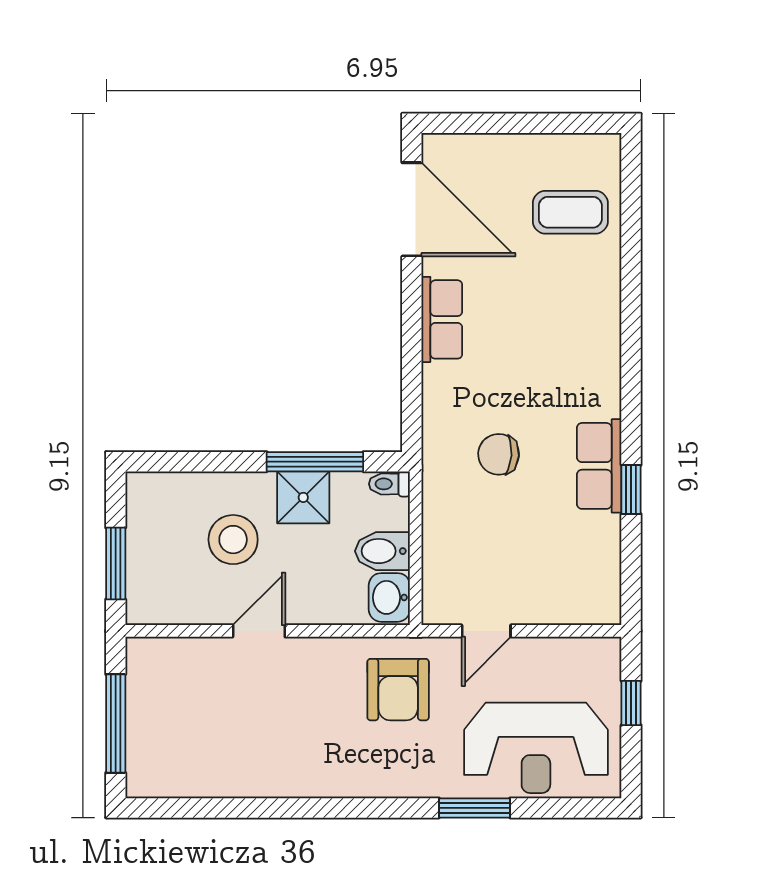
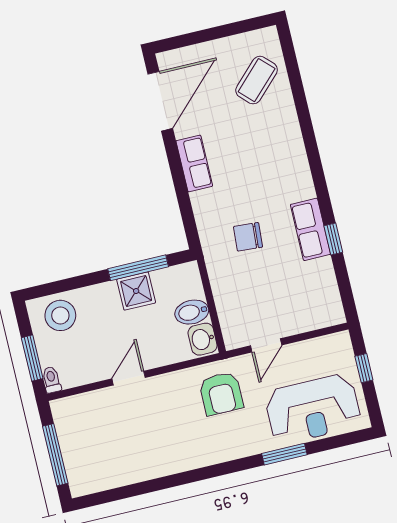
door: (412, 209) -> (160, 101), hinge flipped
coffee table: (570, 212) -> (257, 80), turned -45
toilet: (389, 484) -> (52, 380), moved, turned 90
stool: (233, 540) -> (60, 315), moved

